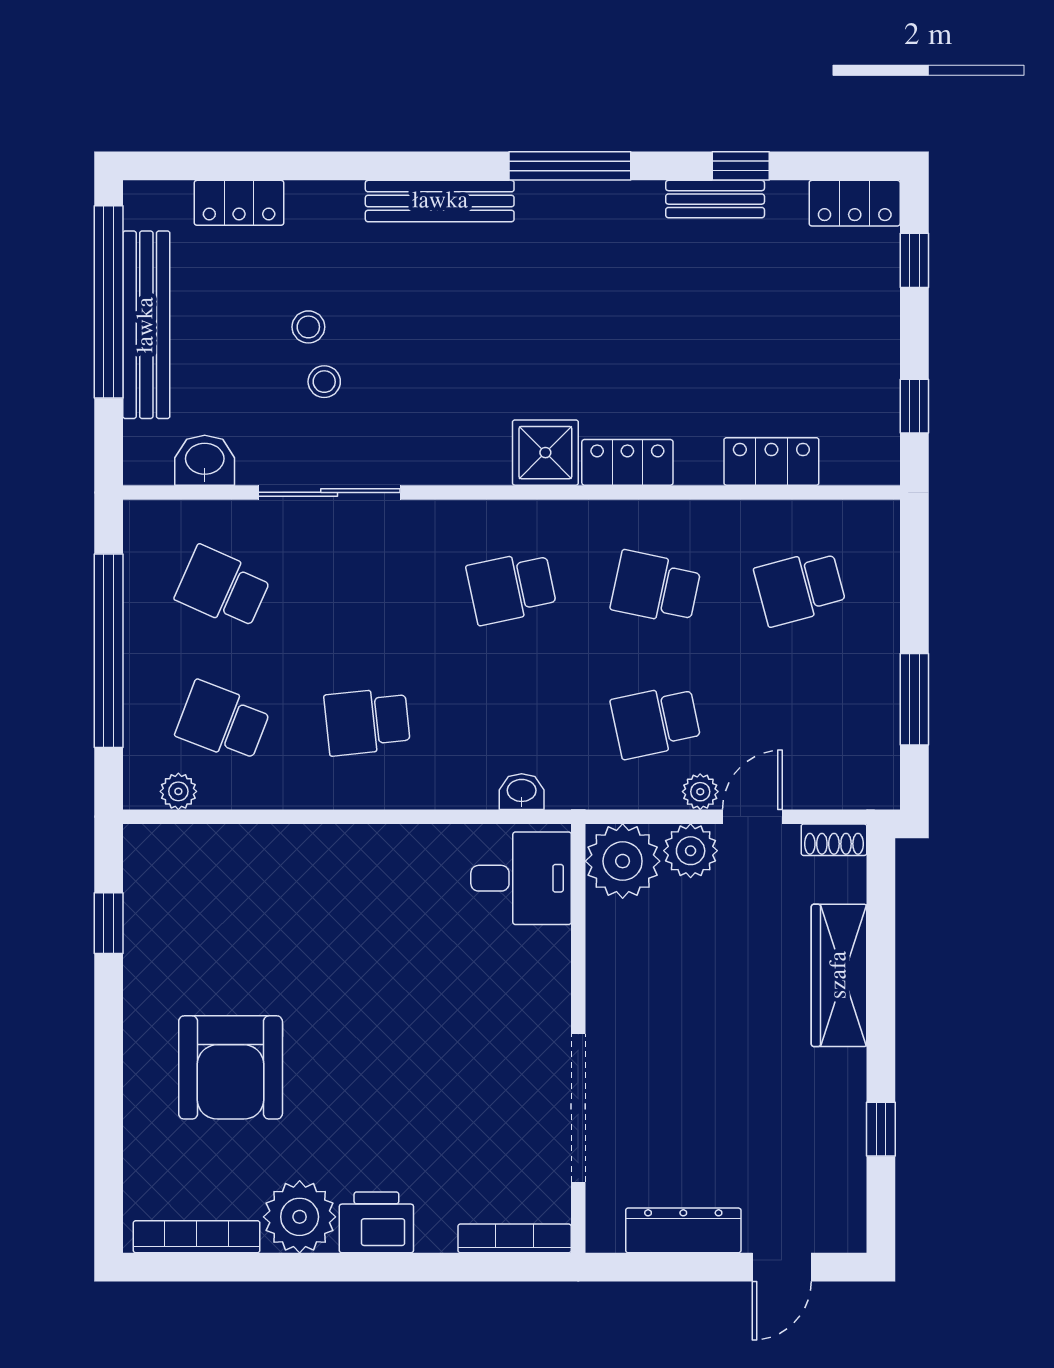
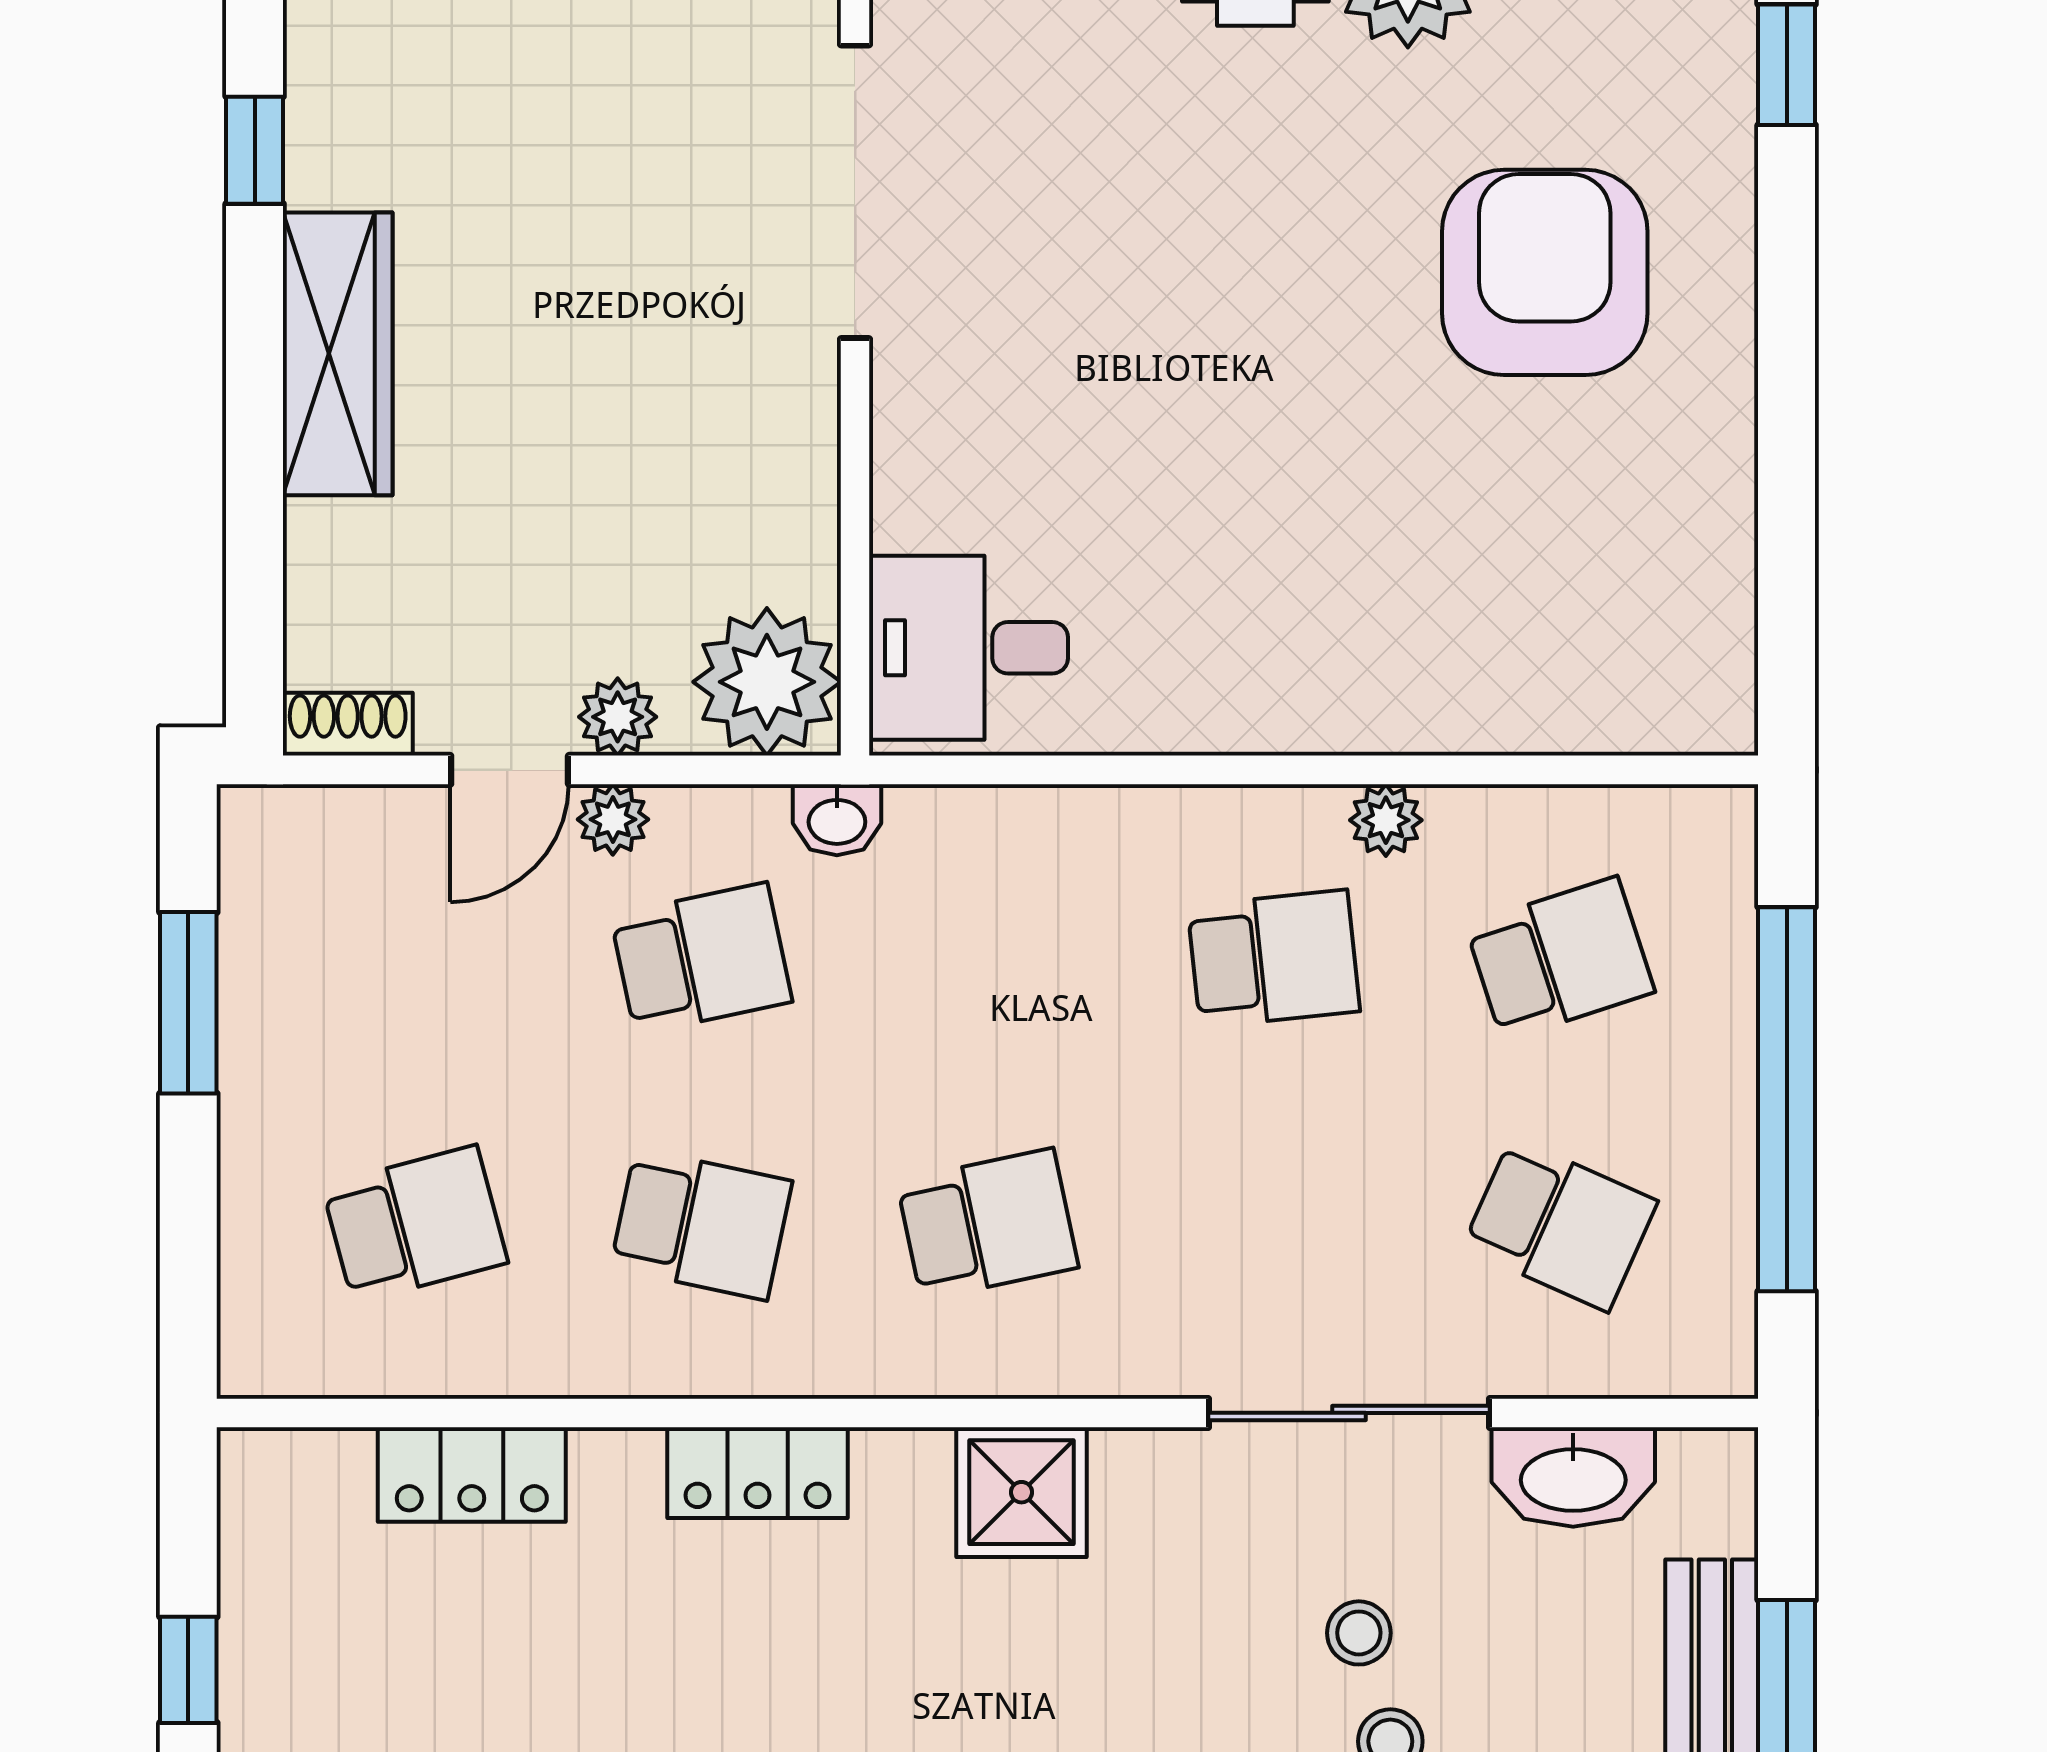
window: (914, 406) -> (188, 1670), moved
shower: (545, 453) -> (1022, 1492), moved
washbasin: (205, 460) -> (1573, 1477), width x1.38
school desk: (223, 722) -> (1560, 959), turned -39
plant: (178, 791) -> (1386, 820), moved
washbasin: (522, 792) -> (837, 820), moved
plant: (691, 851) -> (618, 717), width x0.73, depth x0.73
window: (109, 923) -> (1787, 65), moved
wardrobe: (839, 975) -> (338, 354), moved

